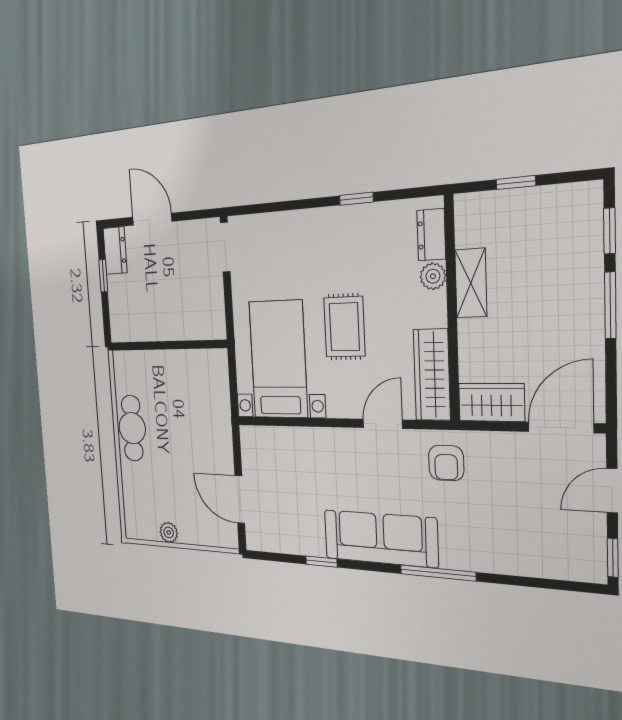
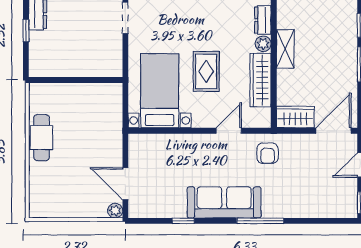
wardrobe: (432, 375) -> (261, 80), moved
plant: (169, 532) -> (115, 211), moved

